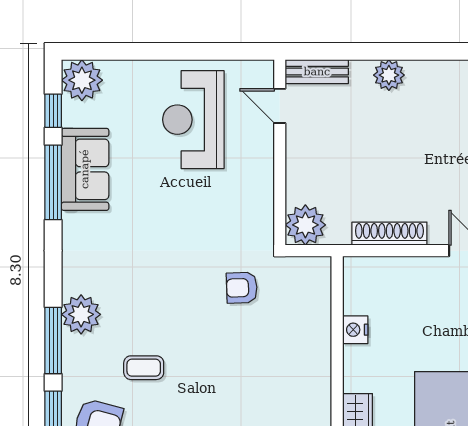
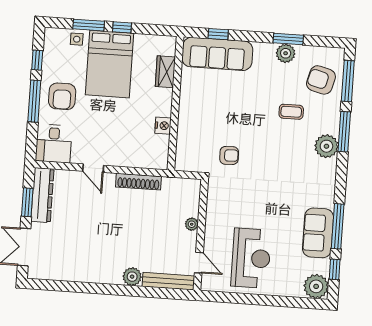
bench: (317, 72) -> (168, 281), width x1.36
plant: (305, 225) -> (192, 224), moved, width x0.53, depth x0.53

